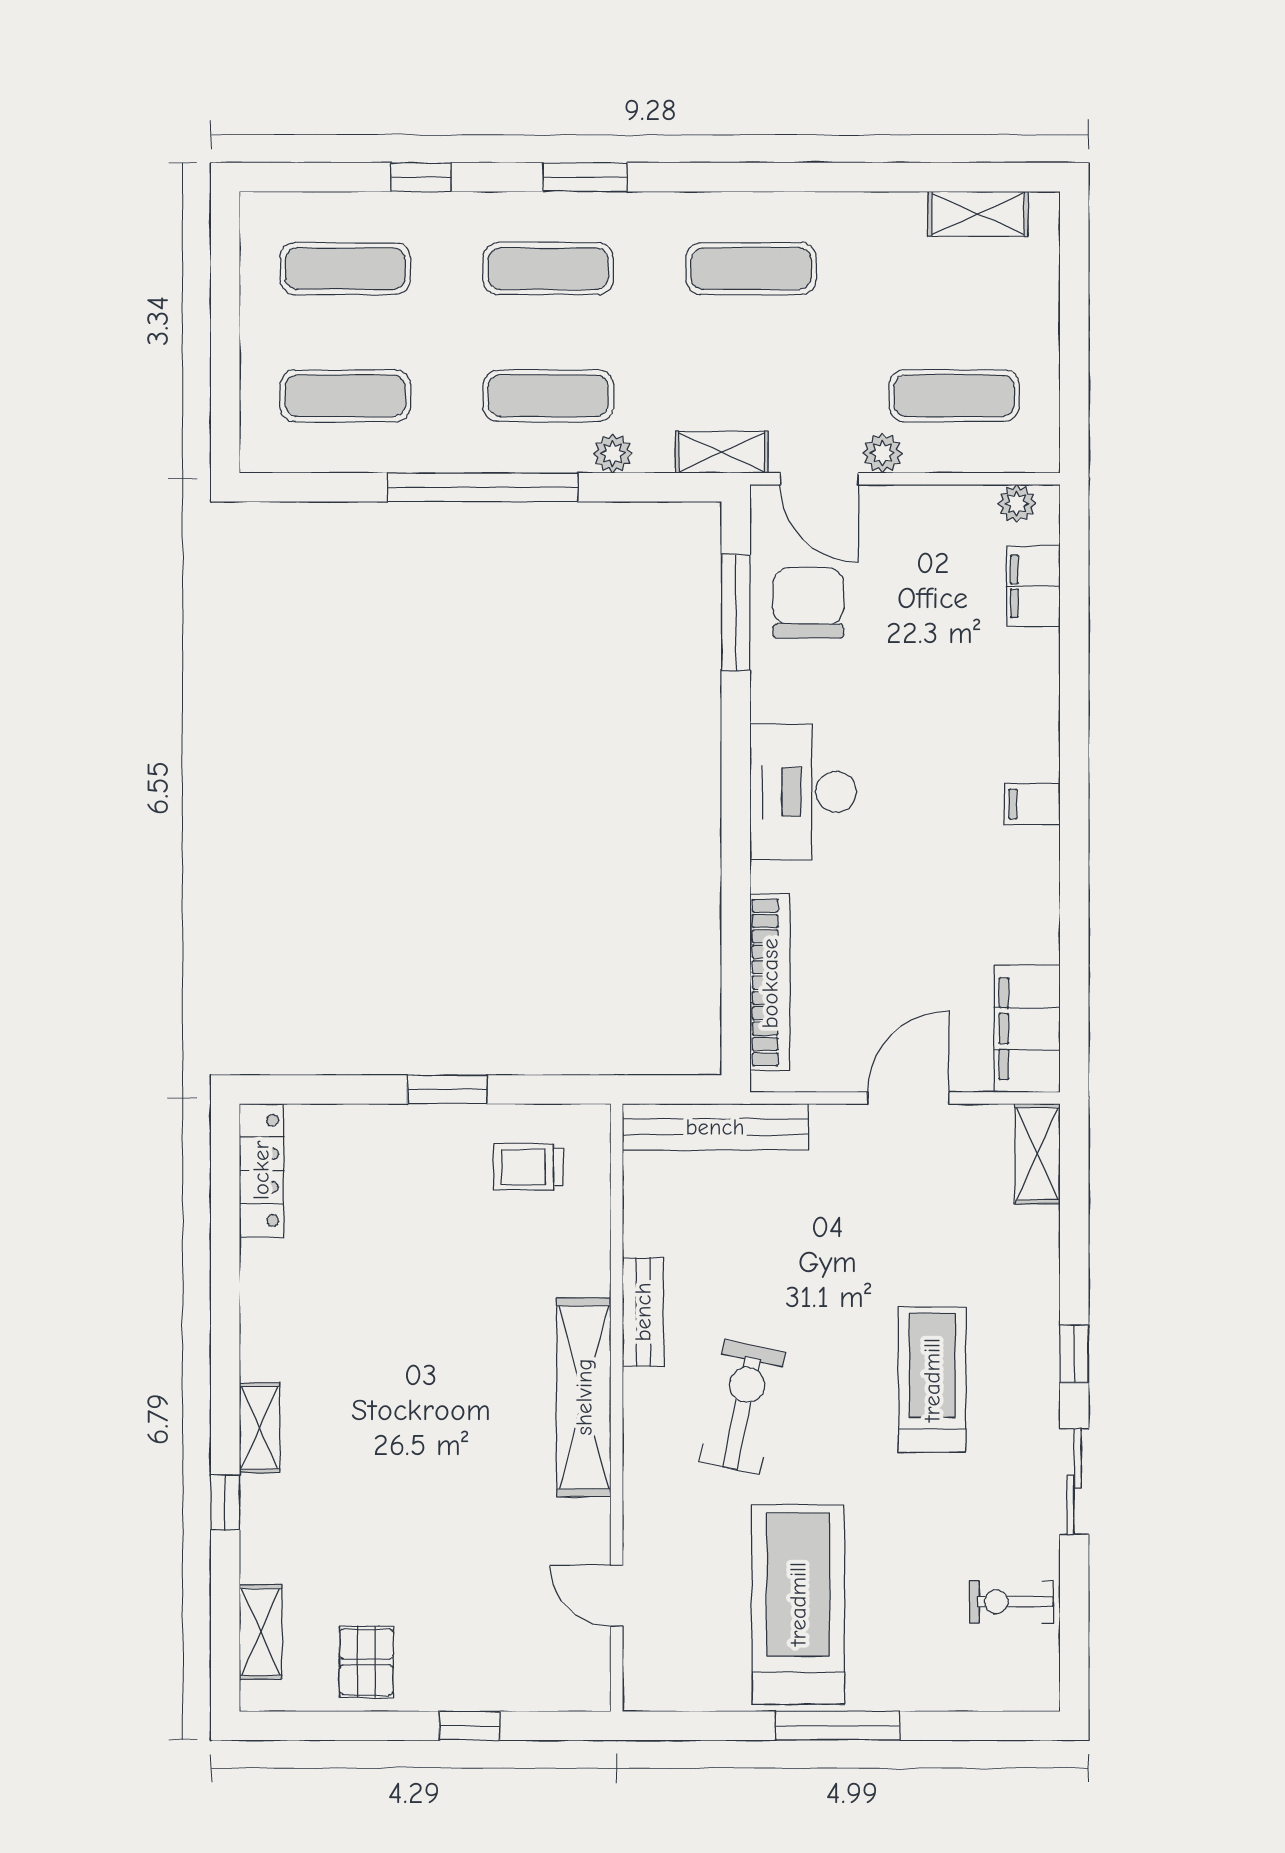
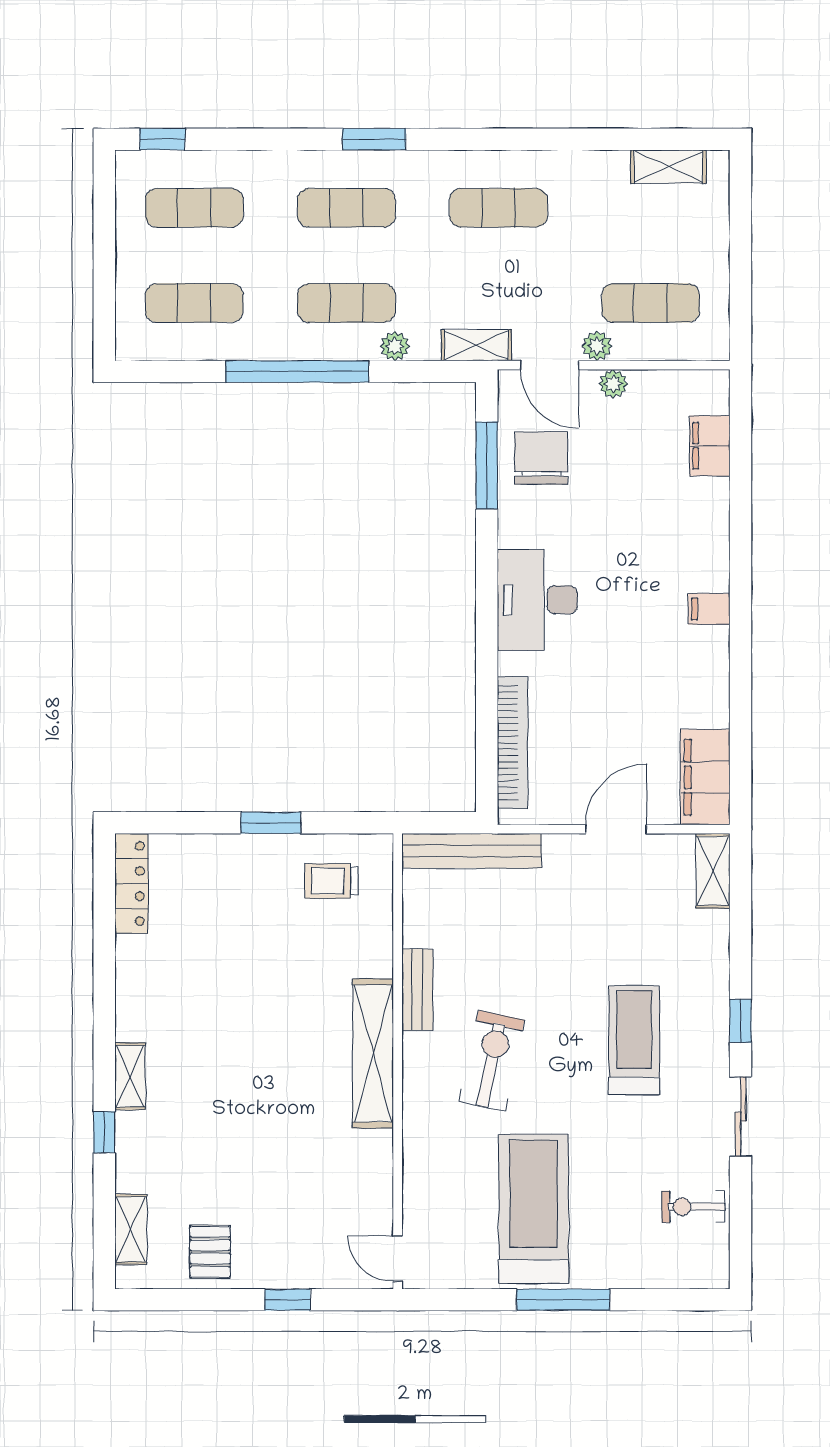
window: (421, 177) -> (162, 139), moved
plant: (1017, 504) -> (613, 384), moved
door: (617, 1596) -> (398, 1259), moved

